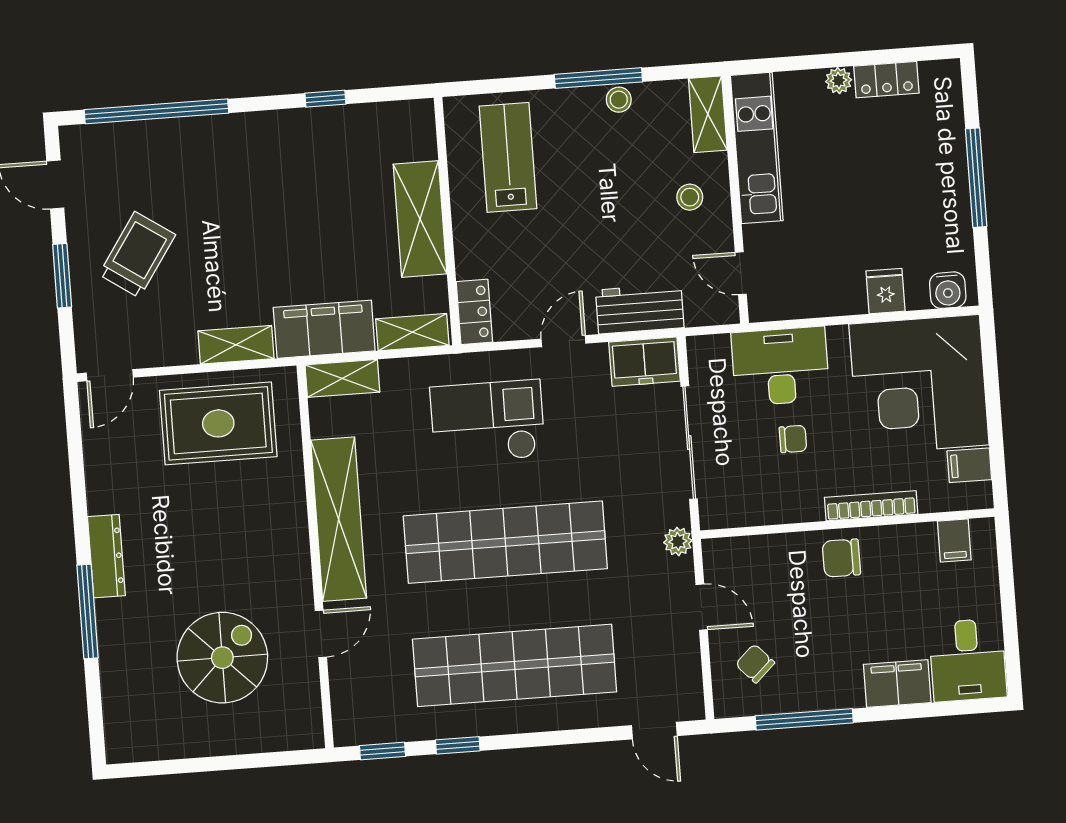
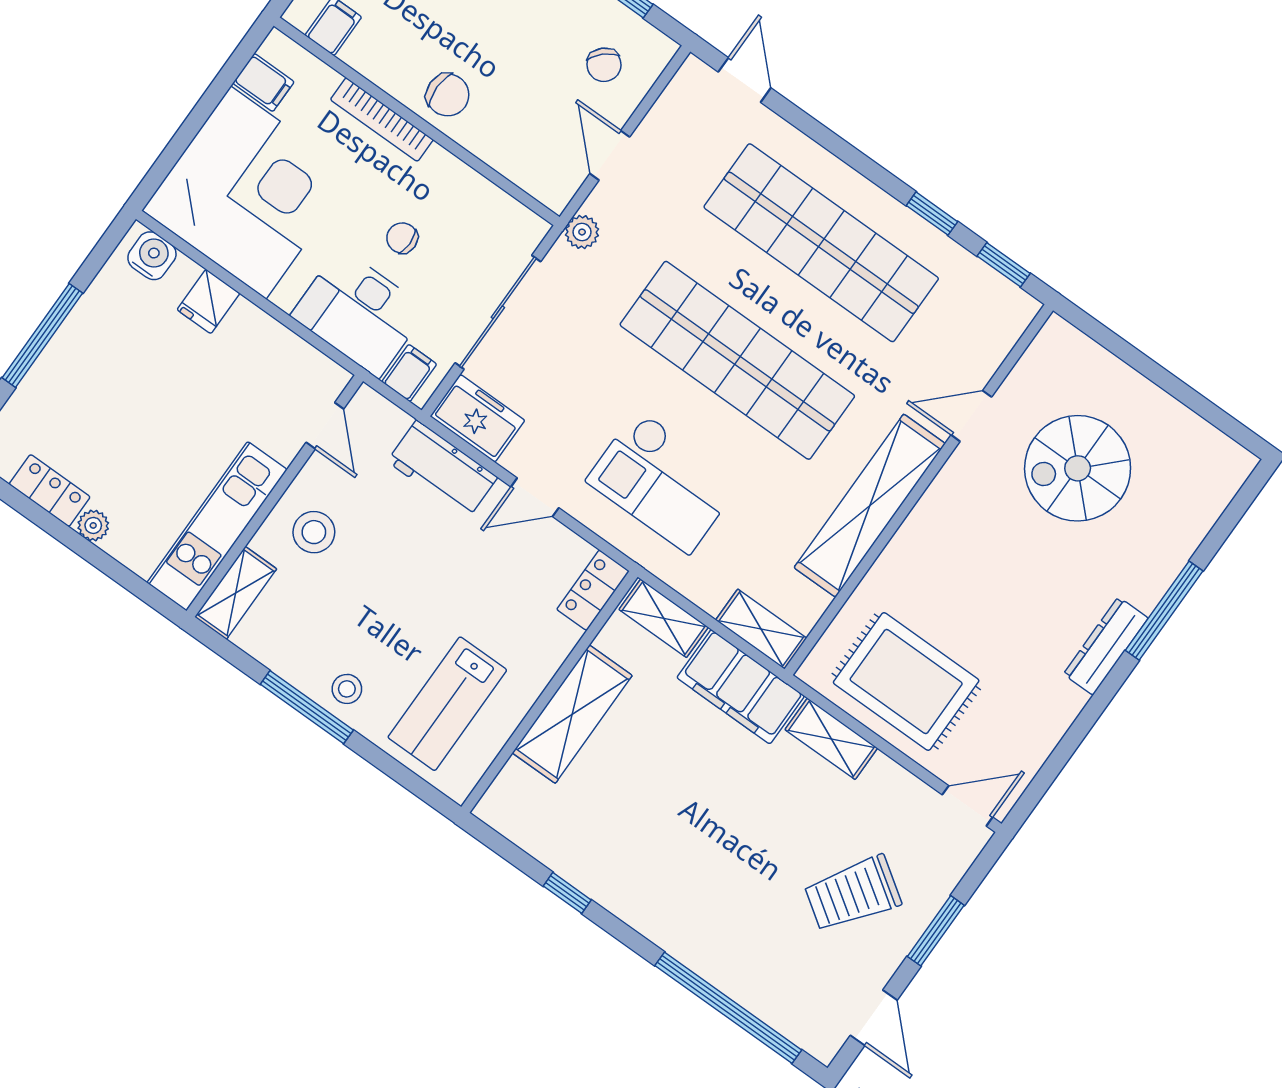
stool: (619, 100) -> (347, 689), moved
stool: (690, 197) -> (314, 532), width x1.37, depth x1.37
filing cabinet: (714, 354) -> (409, 373), added

